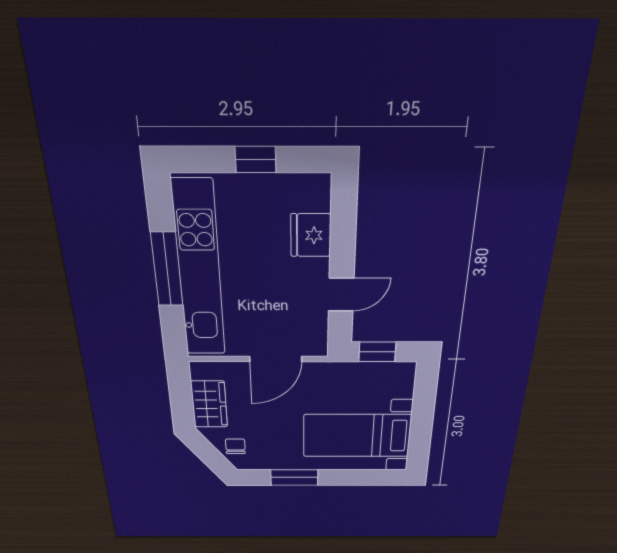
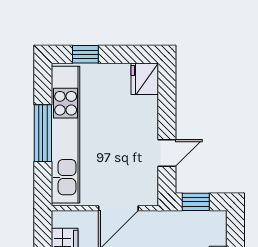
window: (256, 160) -> (85, 54), moved
fridge: (311, 235) -> (145, 79), moved

